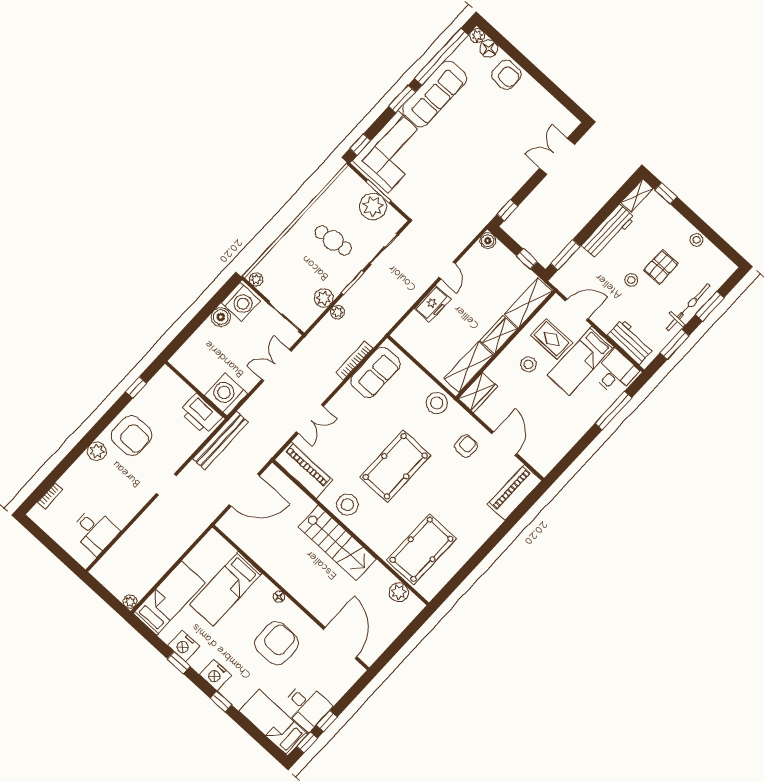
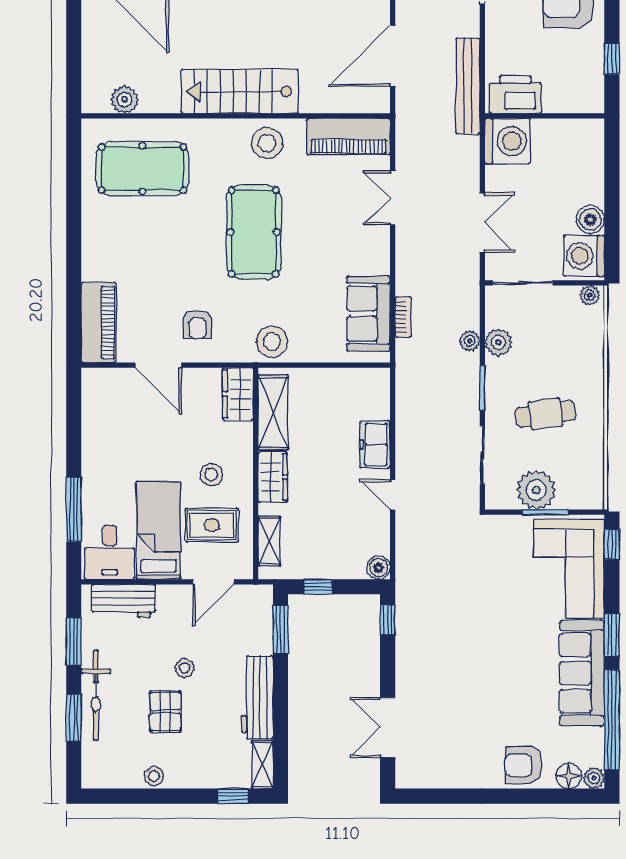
double door: (557, 156) -> (388, 727), swing flipped
shelving: (528, 303) -> (269, 541), width x0.67, depth x0.75
bookcase: (354, 360) -> (403, 317), width x0.64
pool table: (422, 549) -> (143, 169), turned 90

